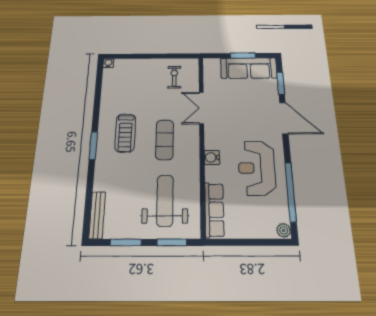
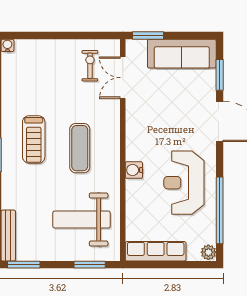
window: (243, 56) -> (148, 36), moved
double door: (201, 108) -> (123, 78), moved
weight bench: (165, 200) -> (81, 220), turned -90
row of seats: (214, 210) -> (156, 251), moved, turned -90
window: (126, 242) -> (24, 265), moved

